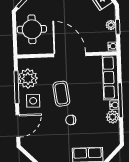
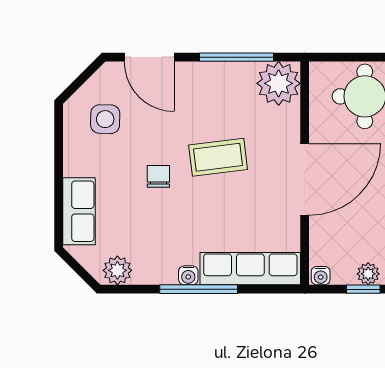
plant: (28, 79) -> (279, 83), moved
side table: (33, 101) -> (105, 119), moved
plant: (113, 117) -> (117, 270), moved

